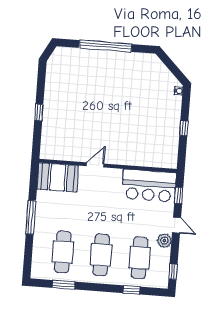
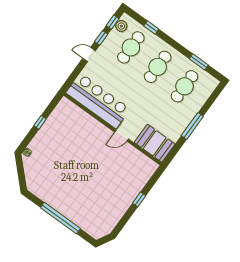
bar counter: (149, 186) -> (98, 101), width x1.36
window: (179, 196) -> (101, 38), moved
door: (177, 225) -> (89, 55), hinge flipped
plant: (164, 241) -> (121, 26), moved

